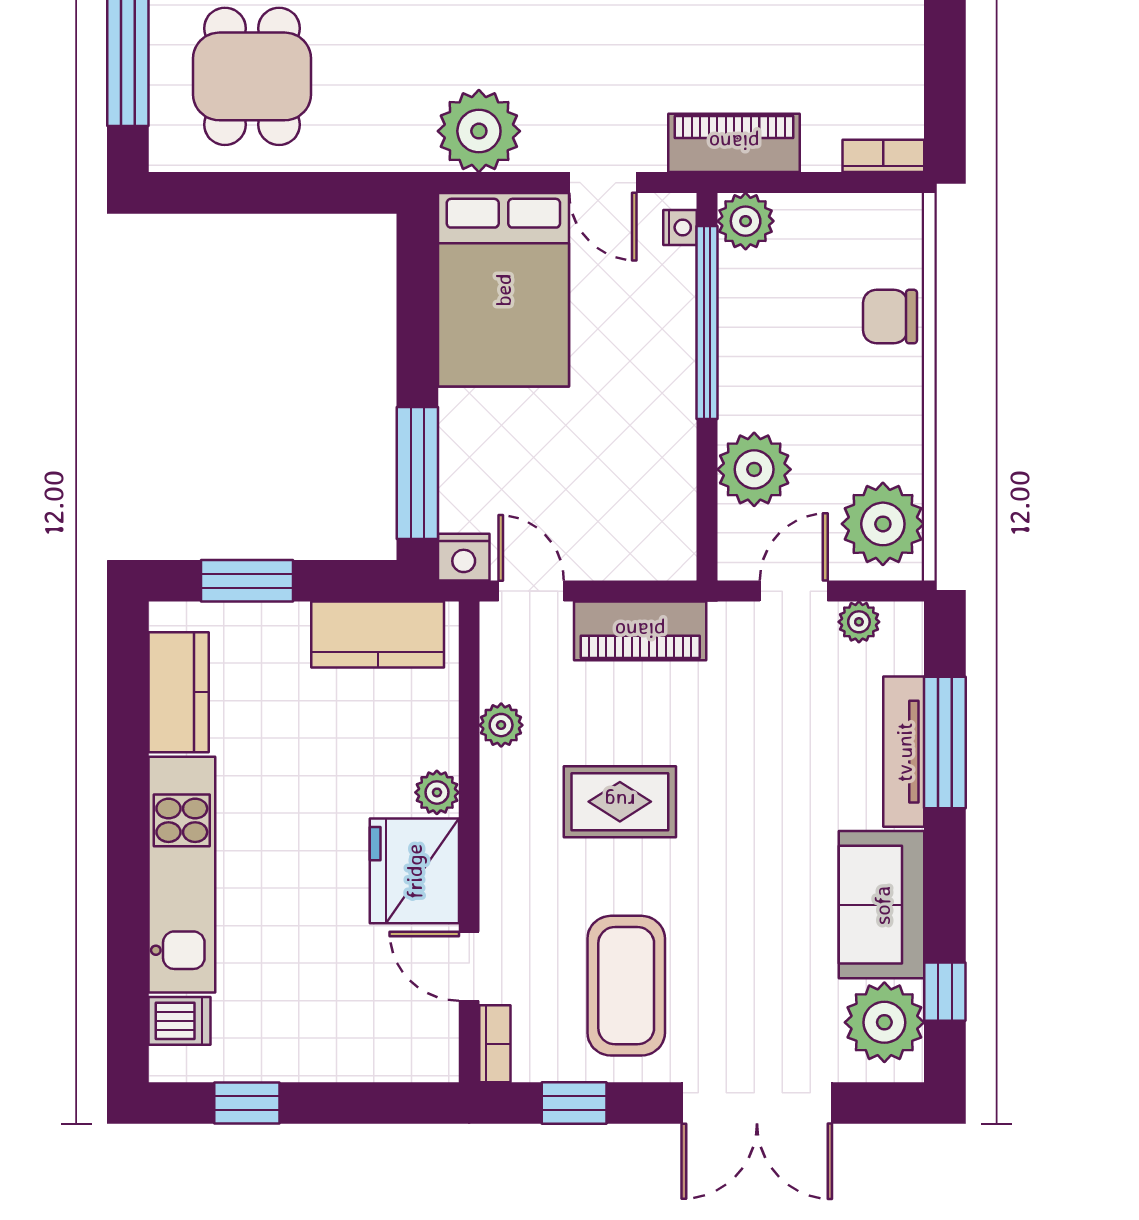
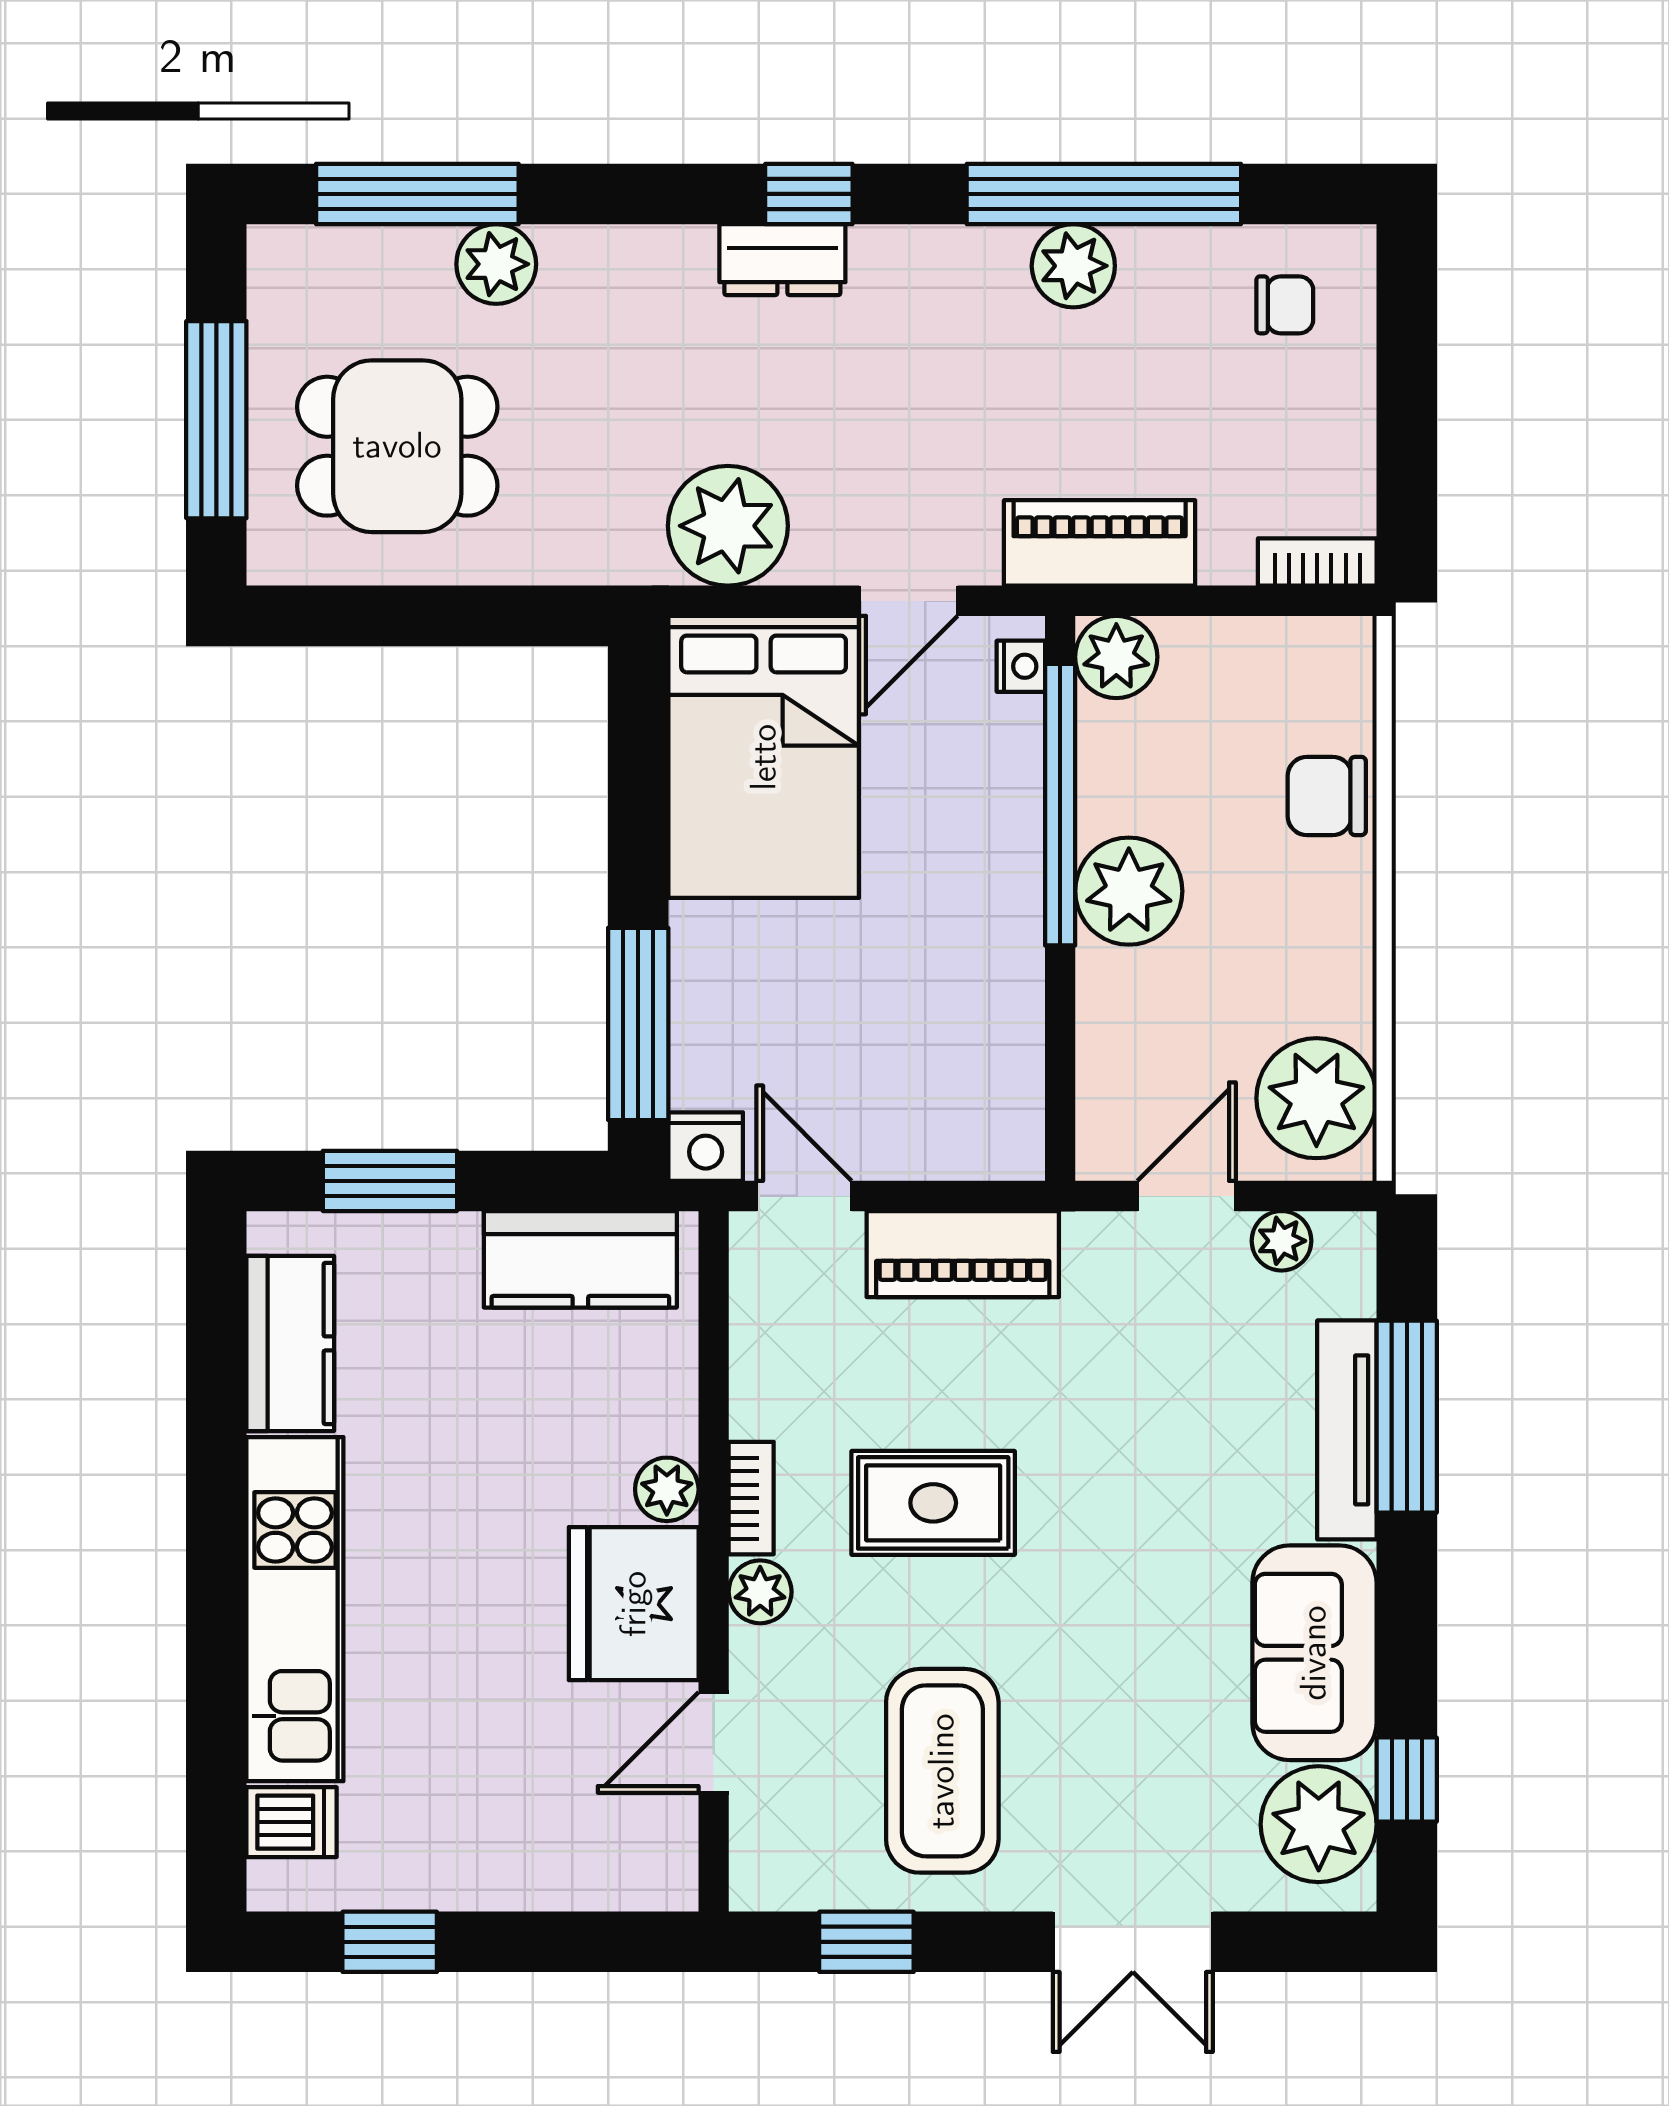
dining table: (252, 76) -> (397, 446), turned 90
door: (603, 183) -> (908, 601), hinge flipped
plant: (754, 469) -> (1129, 891), moved
plant: (501, 725) -> (760, 1592), moved
door: (469, 966) -> (714, 1743), hinge flipped
bookcase: (495, 1044) -> (751, 1498), moved
double door: (757, 1103) -> (1133, 1942), width x0.73

